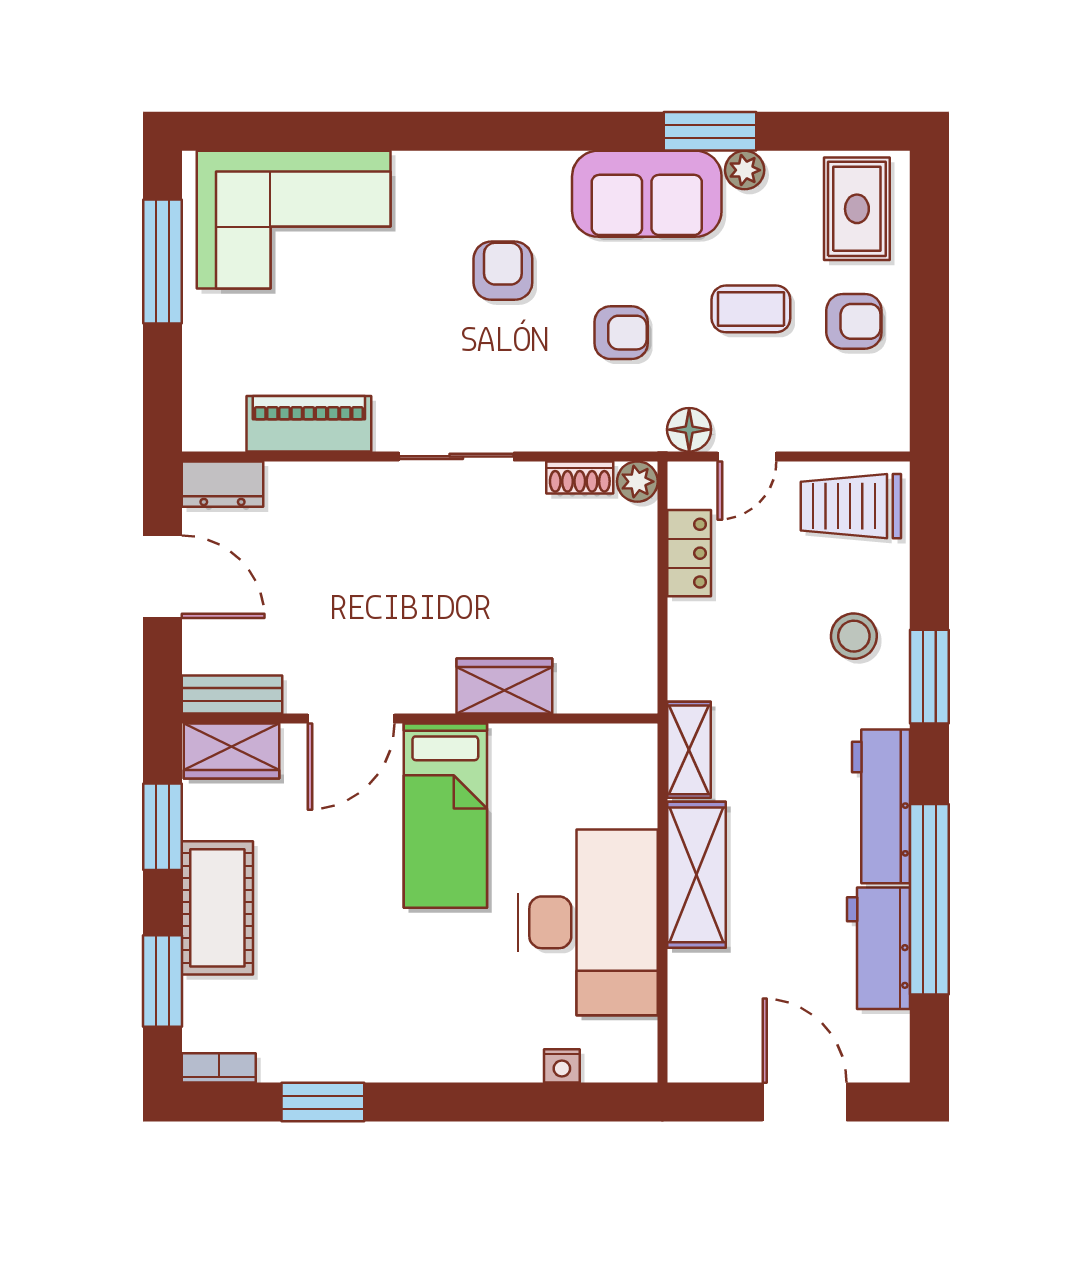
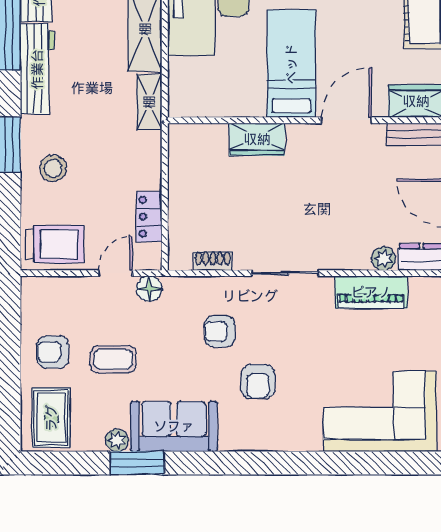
armchair: (621, 333) -> (220, 331), moved
plant: (637, 482) -> (384, 259), moved

